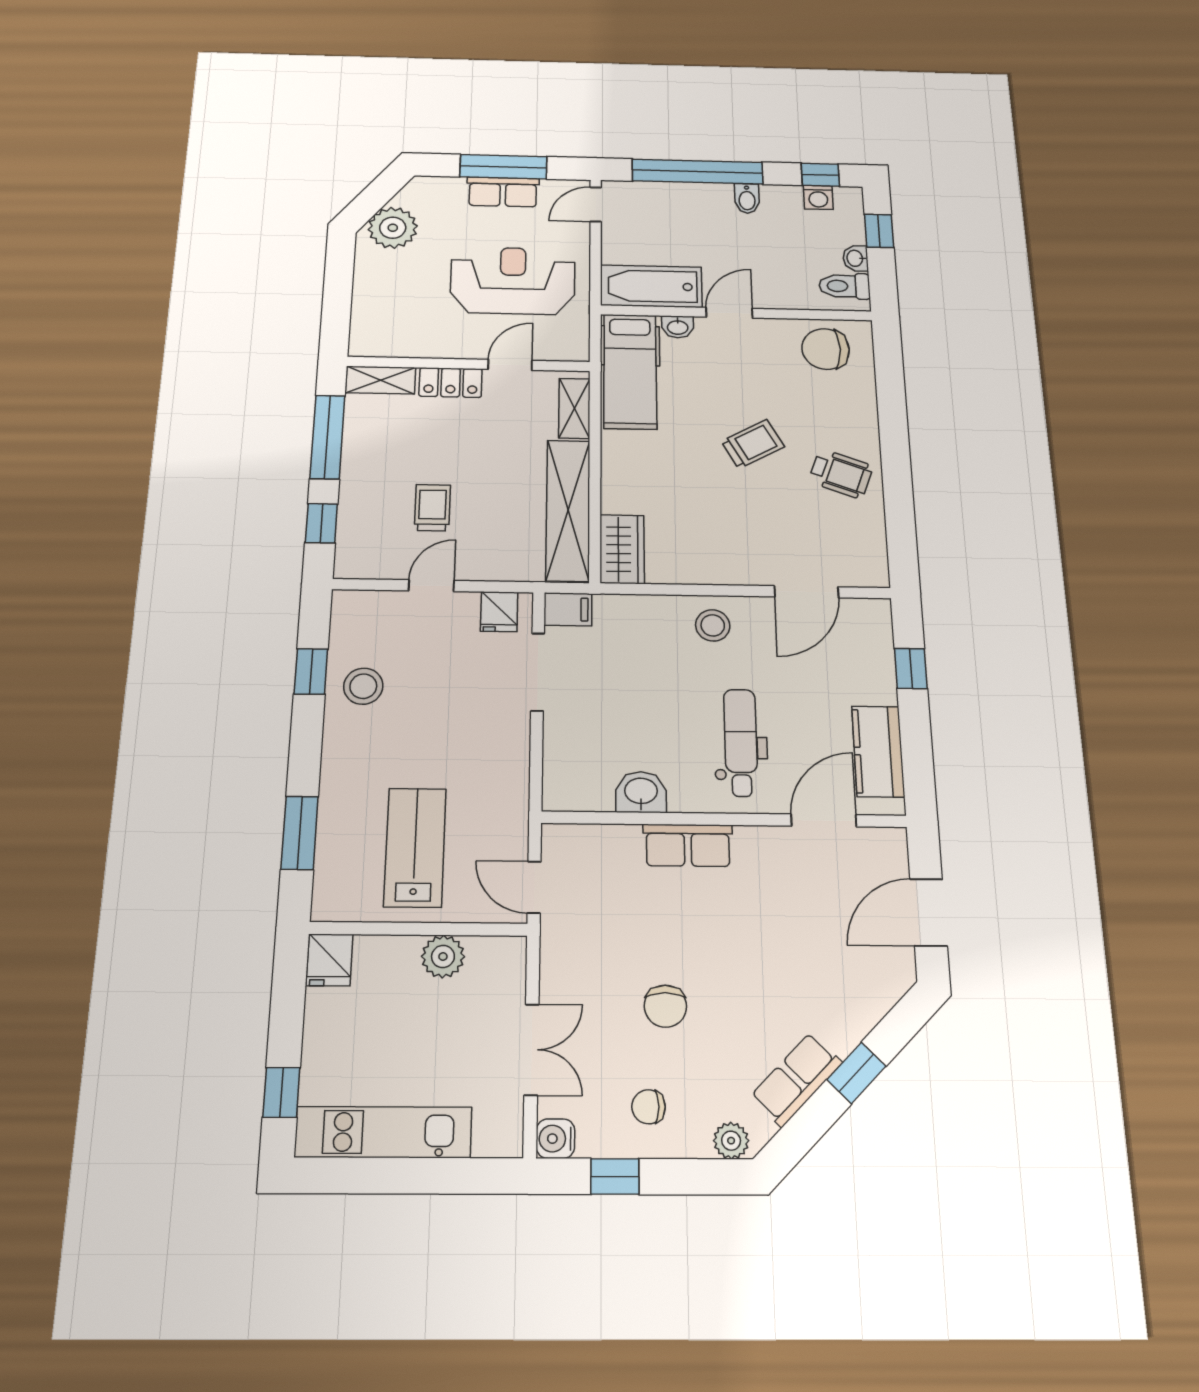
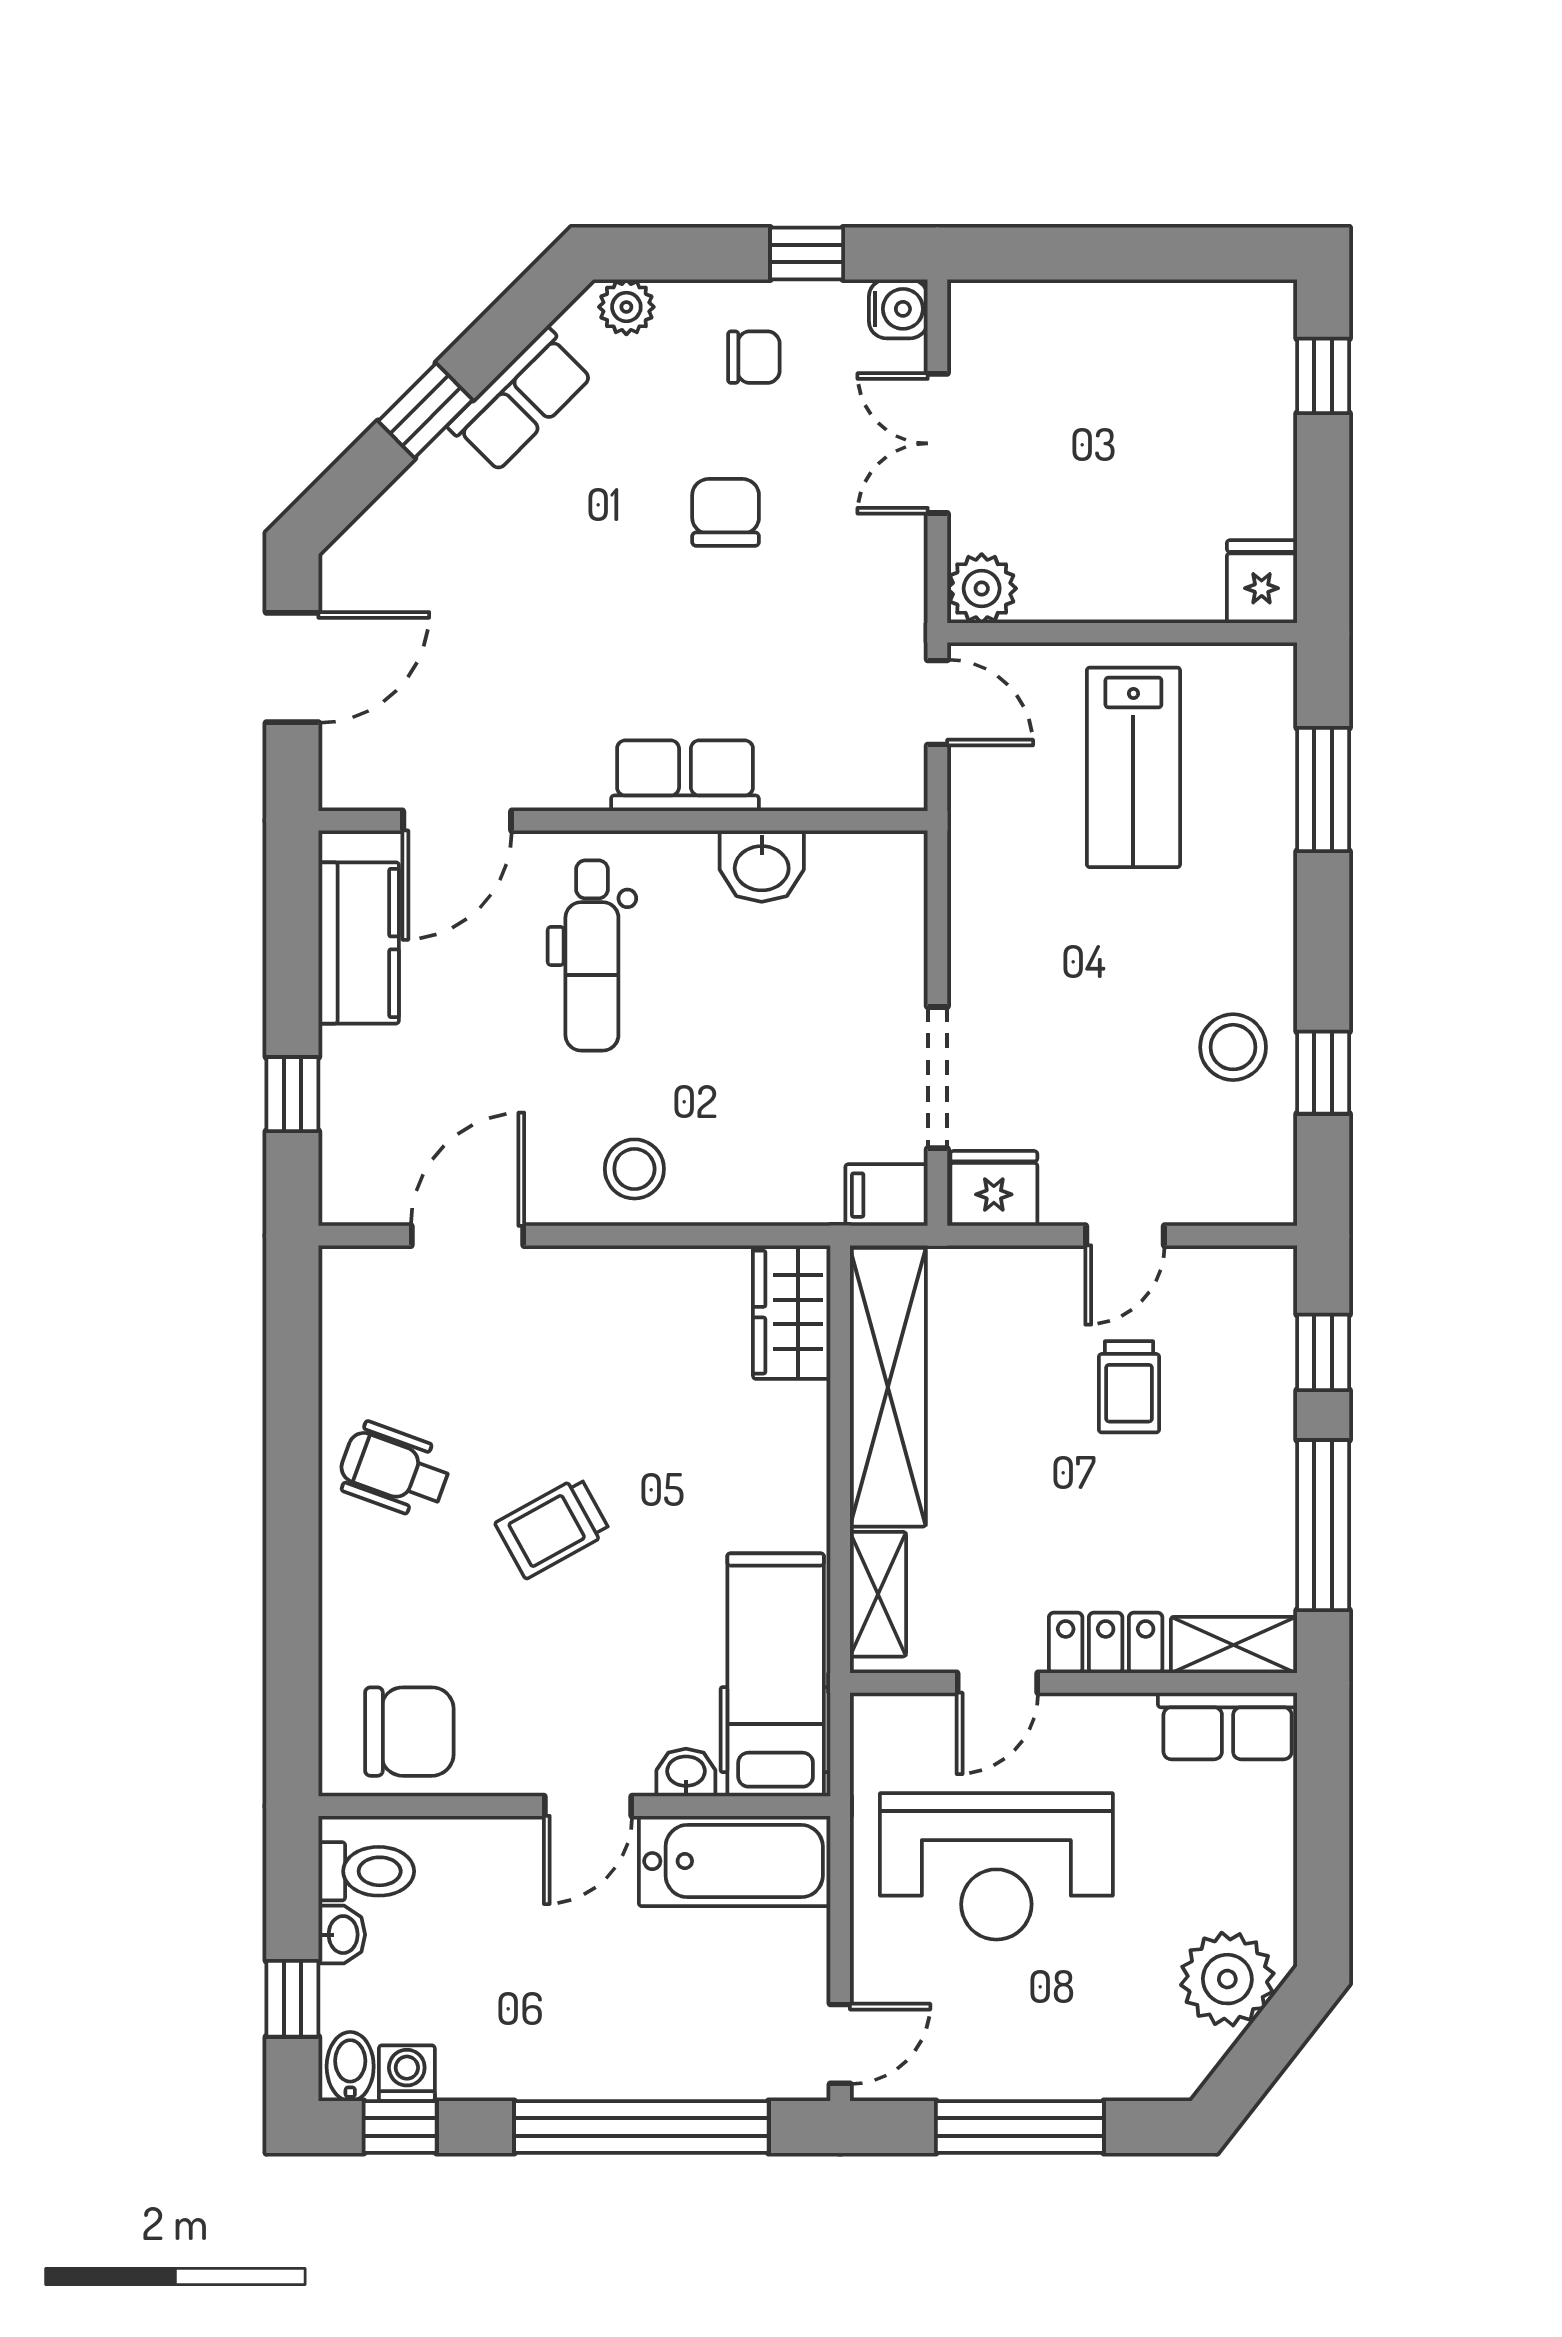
row of seats: (503, 192) -> (1228, 1726), moved, turned 180
bidet: (747, 199) -> (350, 2066), moved
fridge: (499, 612) -> (994, 1188), width x1.38
plant: (443, 956) -> (982, 588), moved
kitchen unit: (383, 1132) -> (1163, 317), removed

